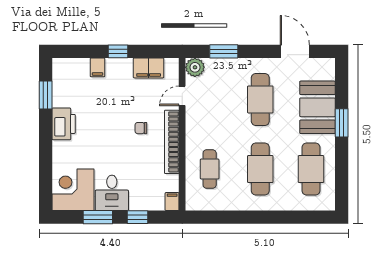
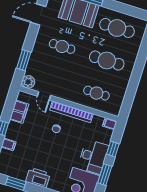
cafe table: (260, 99) -> (62, 46), width x0.73, depth x0.74
desk: (112, 193) -> (93, 157), width x1.37

